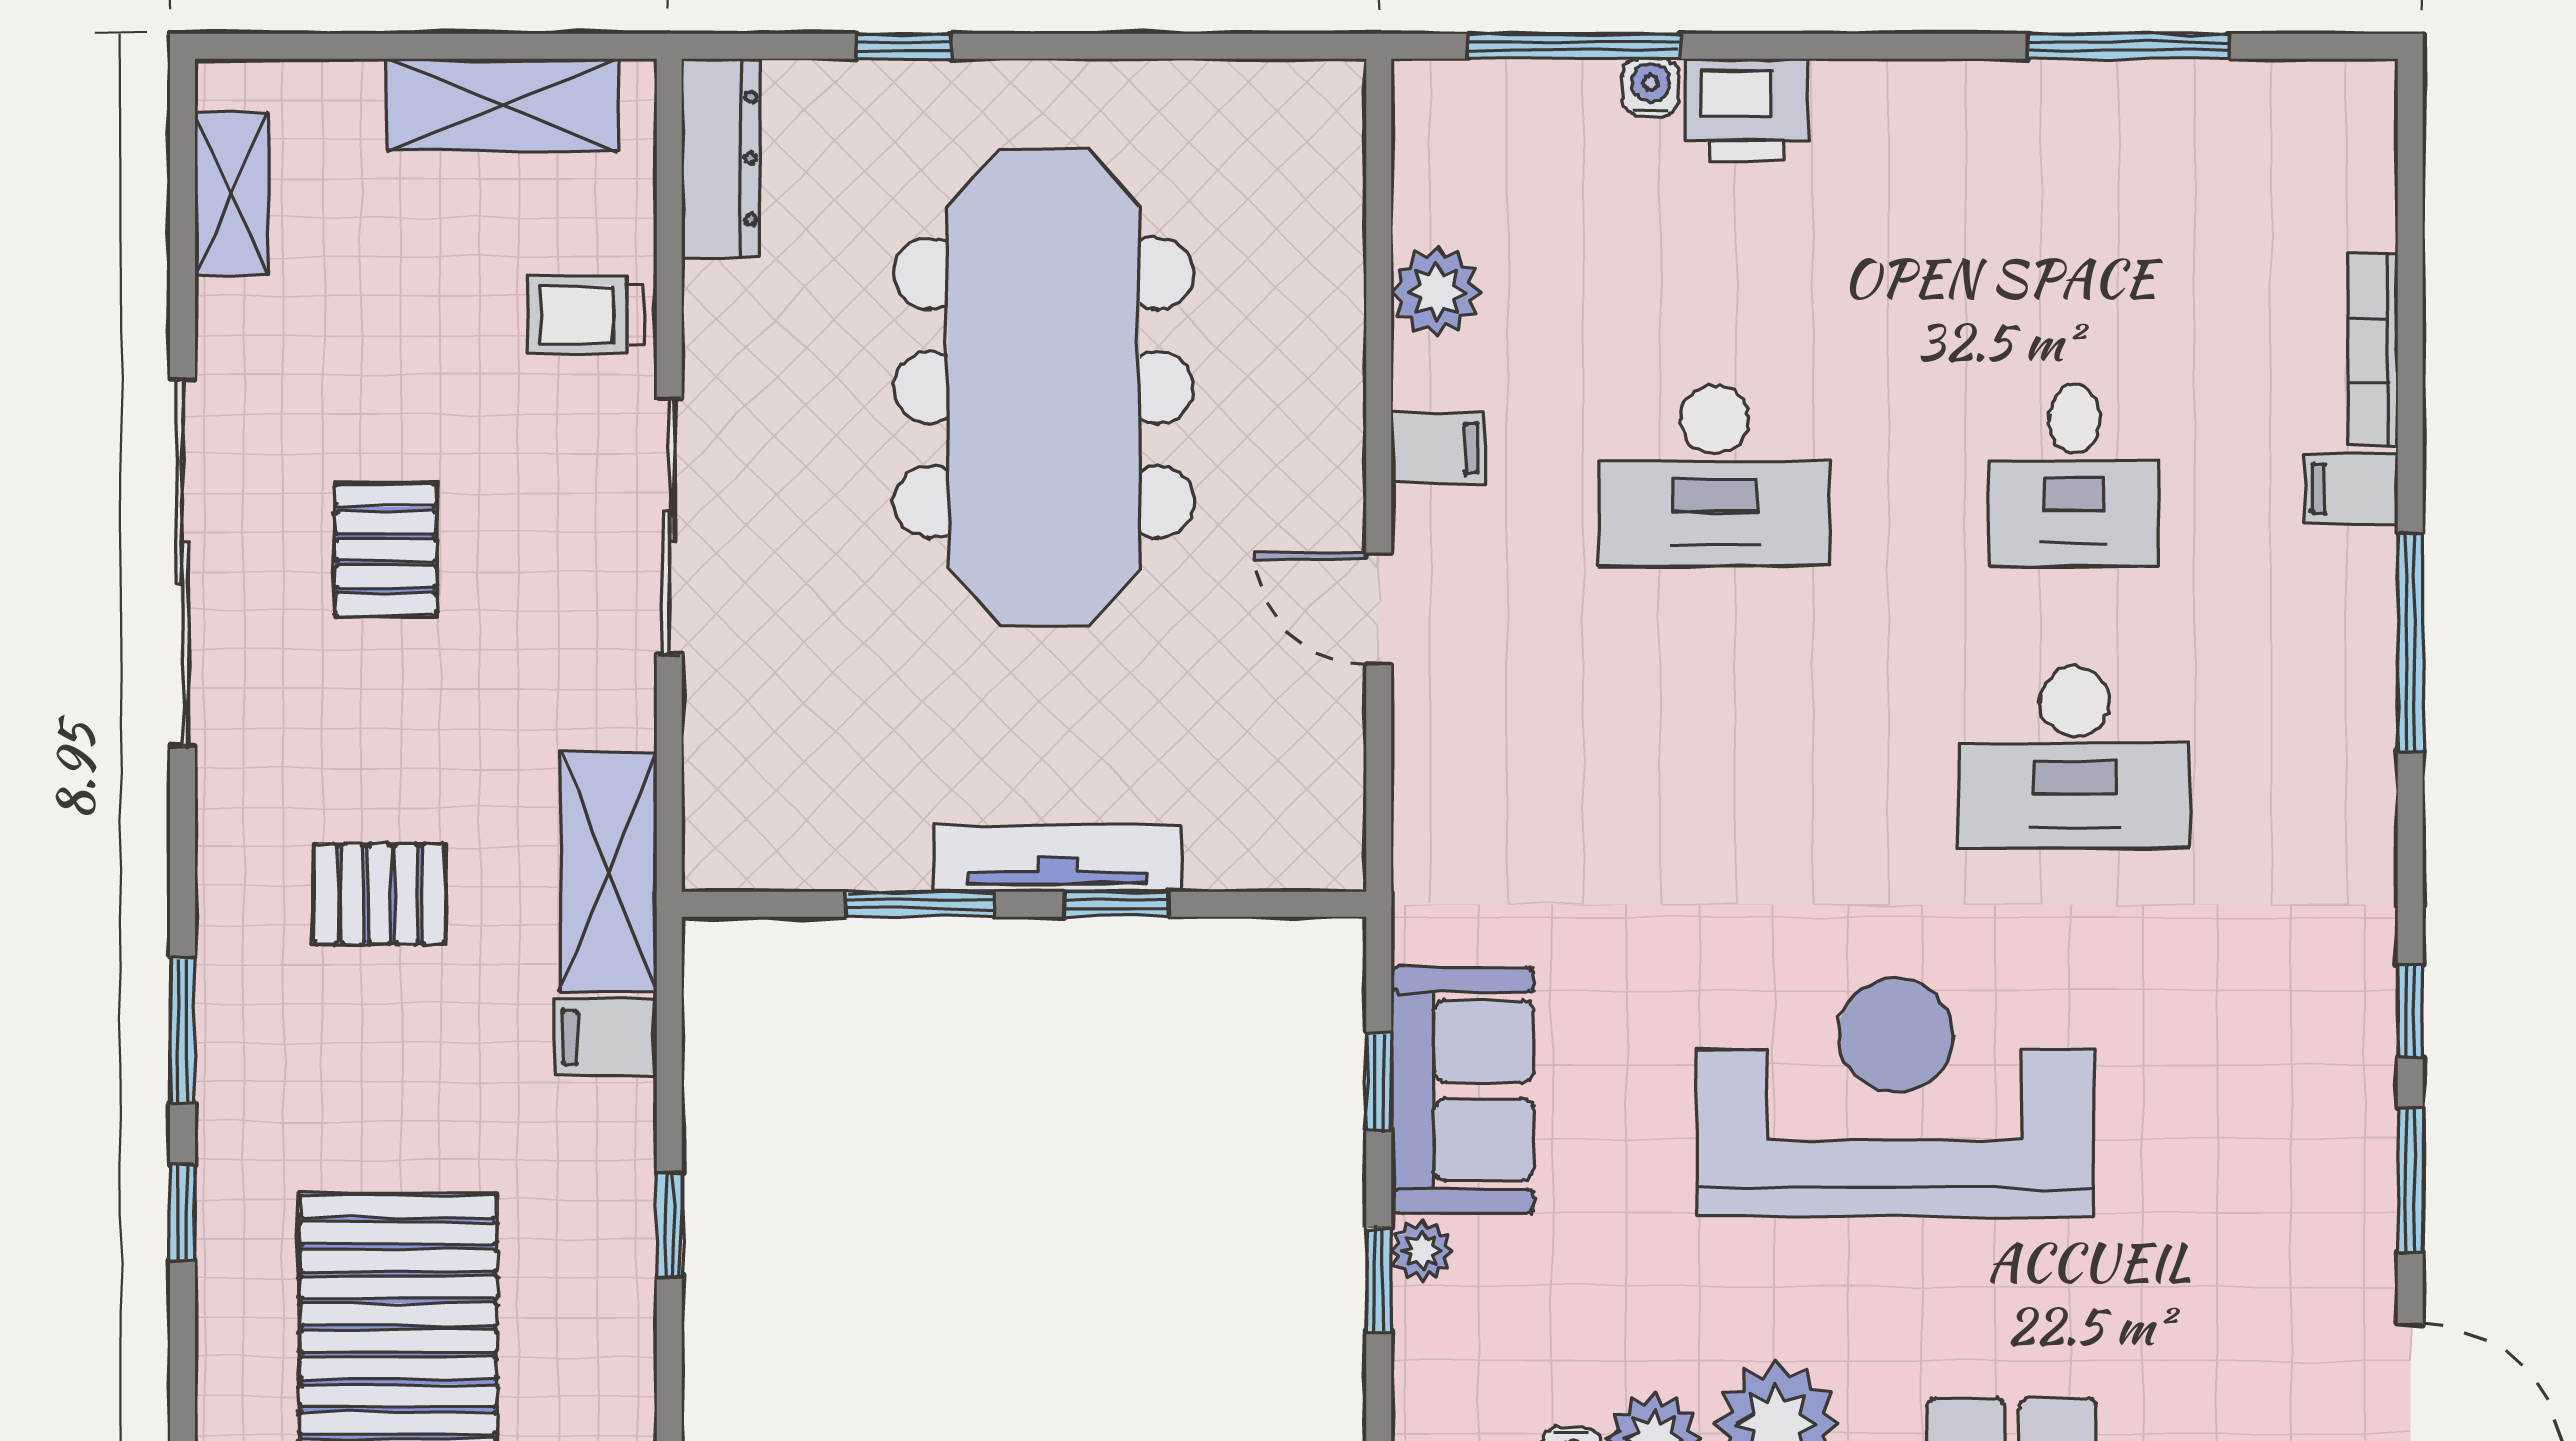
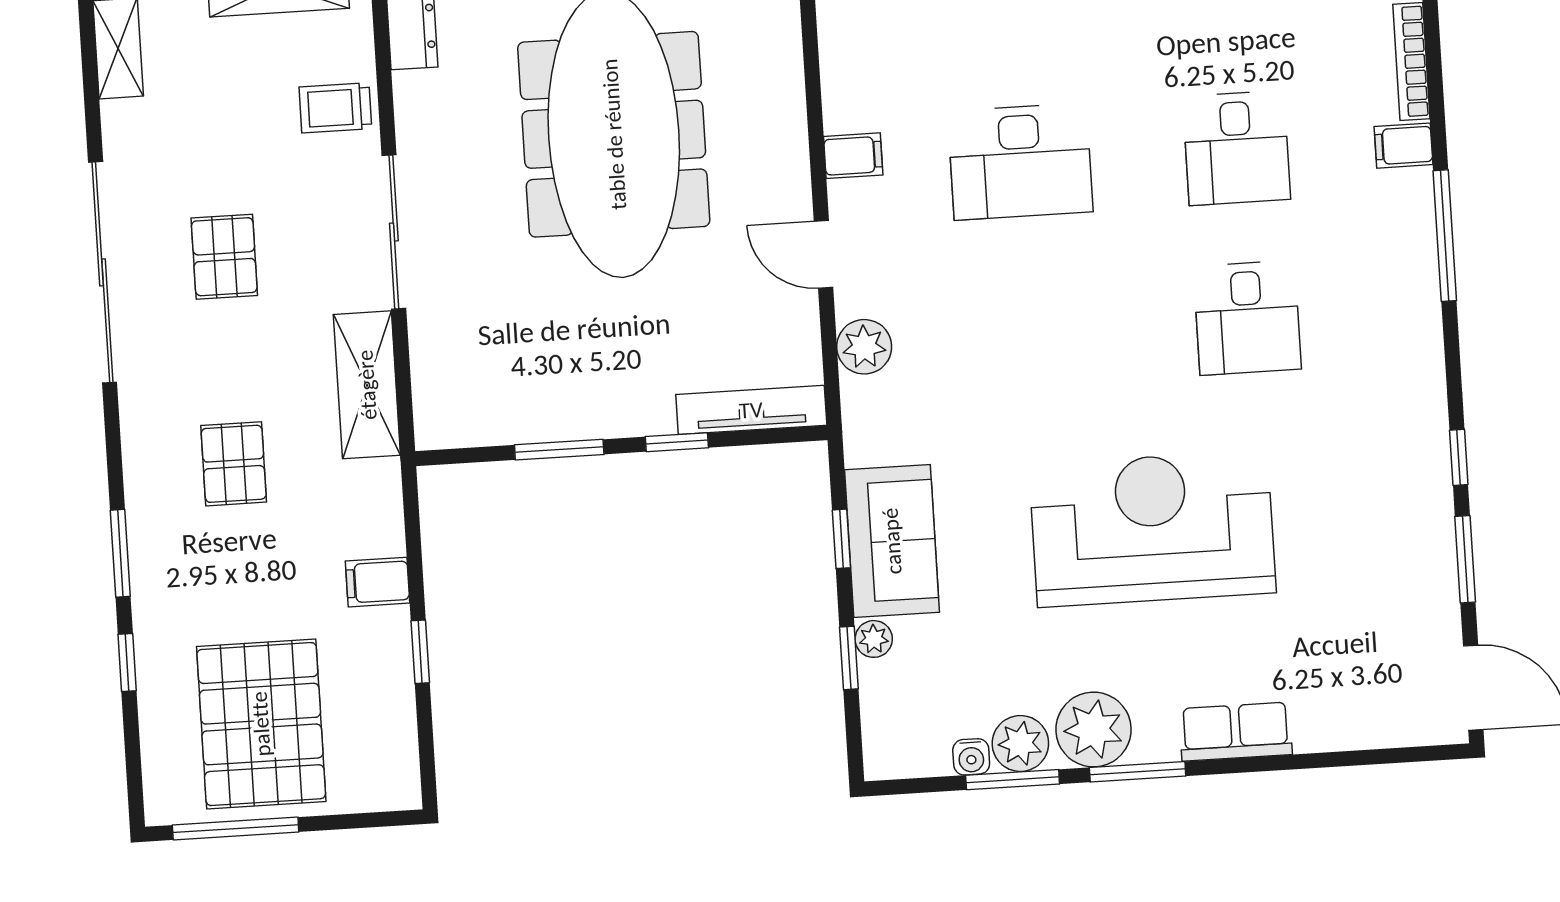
plant: (1437, 292) -> (864, 347), moved
desk: (2074, 758) -> (1247, 318), width x0.73
tv unit: (1057, 858) -> (751, 410), moved
shelving: (609, 872) -> (367, 385), moved
pallet: (380, 894) -> (234, 464), turned 90
filing cabinet: (606, 1038) -> (378, 582), moved

